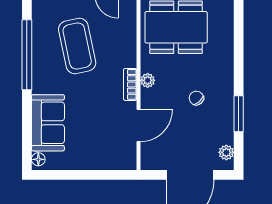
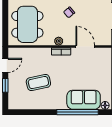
coffee table: (77, 46) -> (38, 83), width x0.73, depth x0.76
window: (27, 55) -> (78, 112), moved

